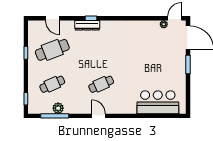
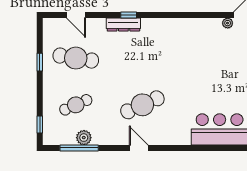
cafe table: (52, 50) -> (76, 58), turned 30
cafe table: (101, 84) -> (142, 105), width x1.37, depth x1.35

